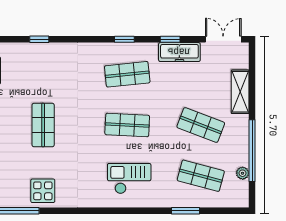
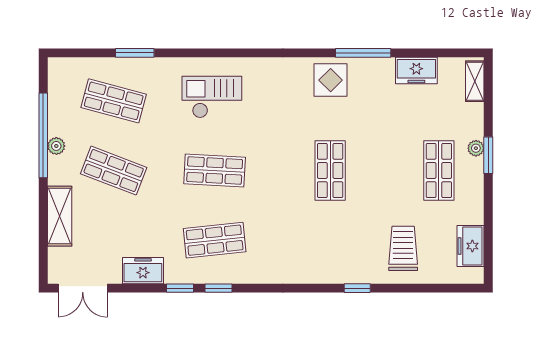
window: (39, 39) -> (357, 288), moved
window: (170, 39) -> (180, 288), moved
freezer: (179, 52) -> (143, 271), width x0.71
plant: (243, 173) -> (56, 146), moved
checkout: (129, 178) -> (212, 97), turned 180

